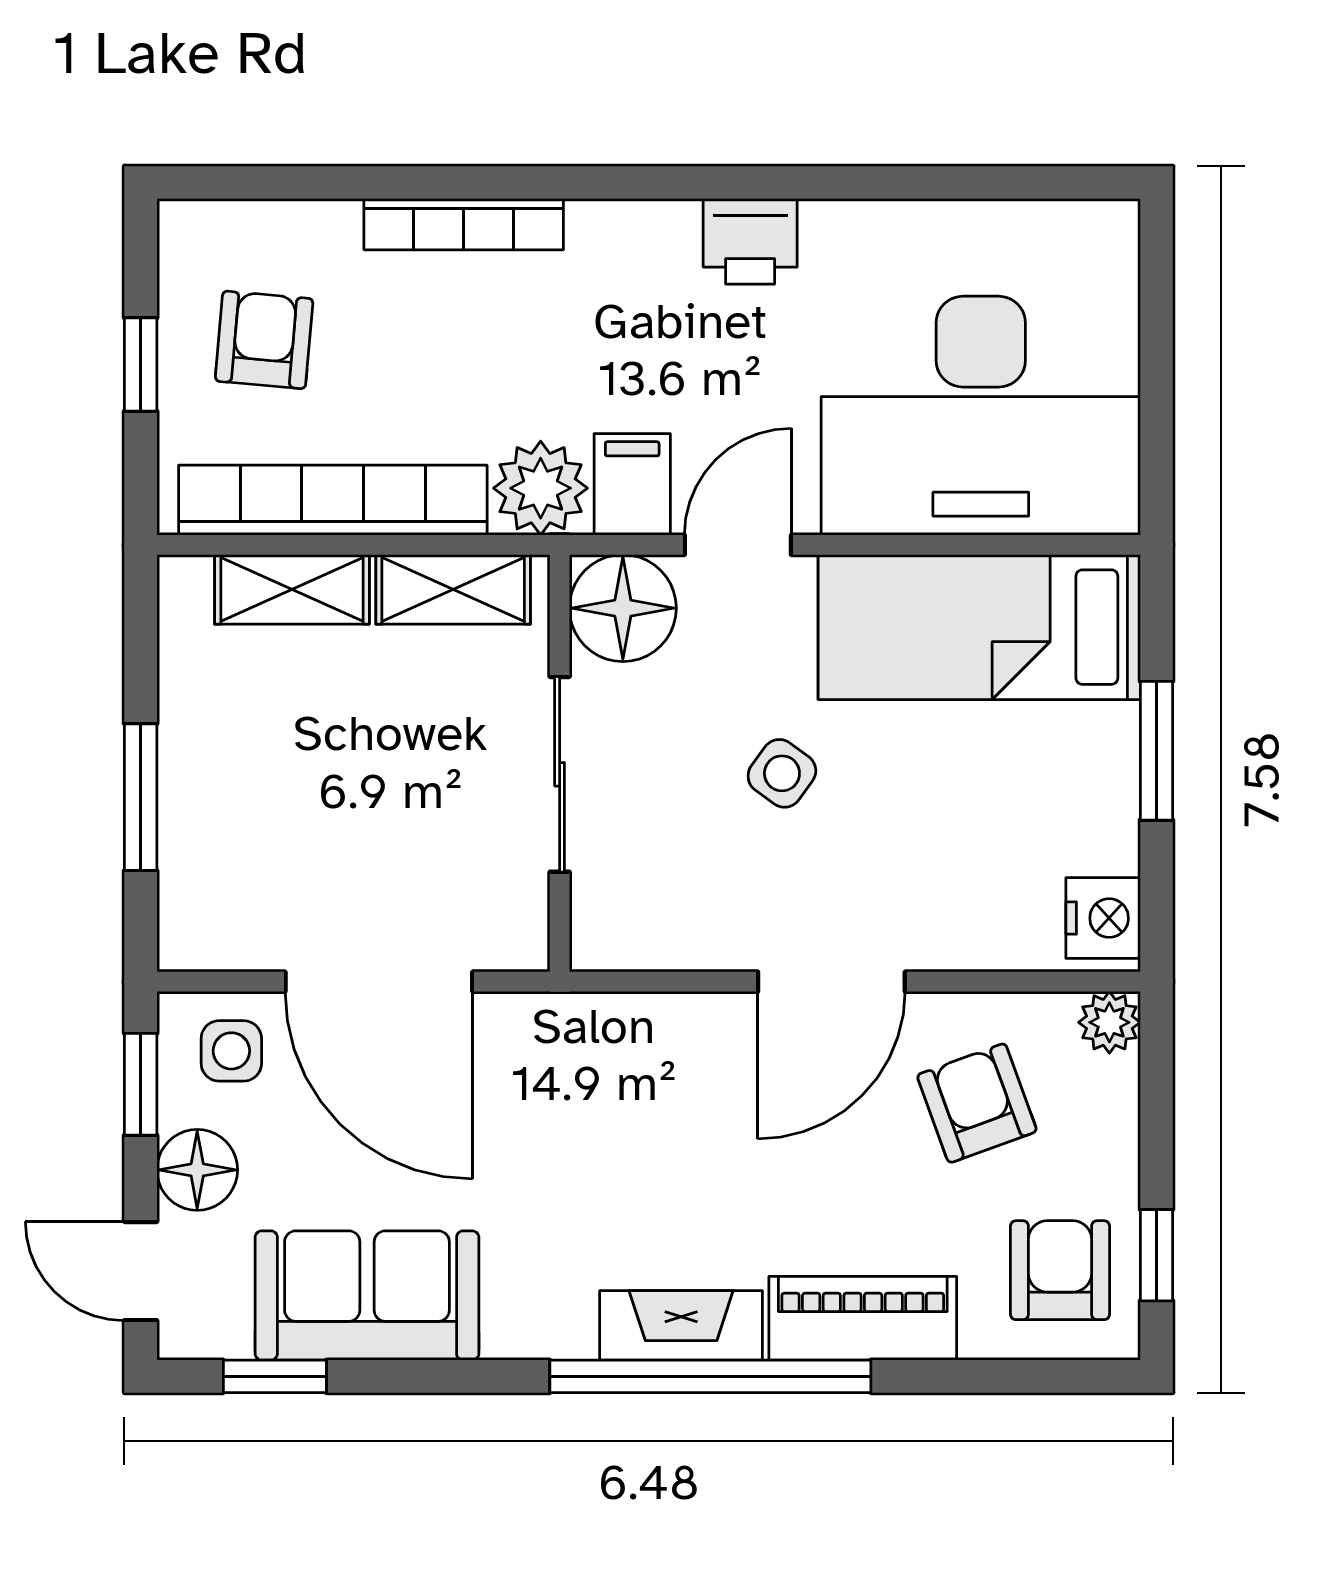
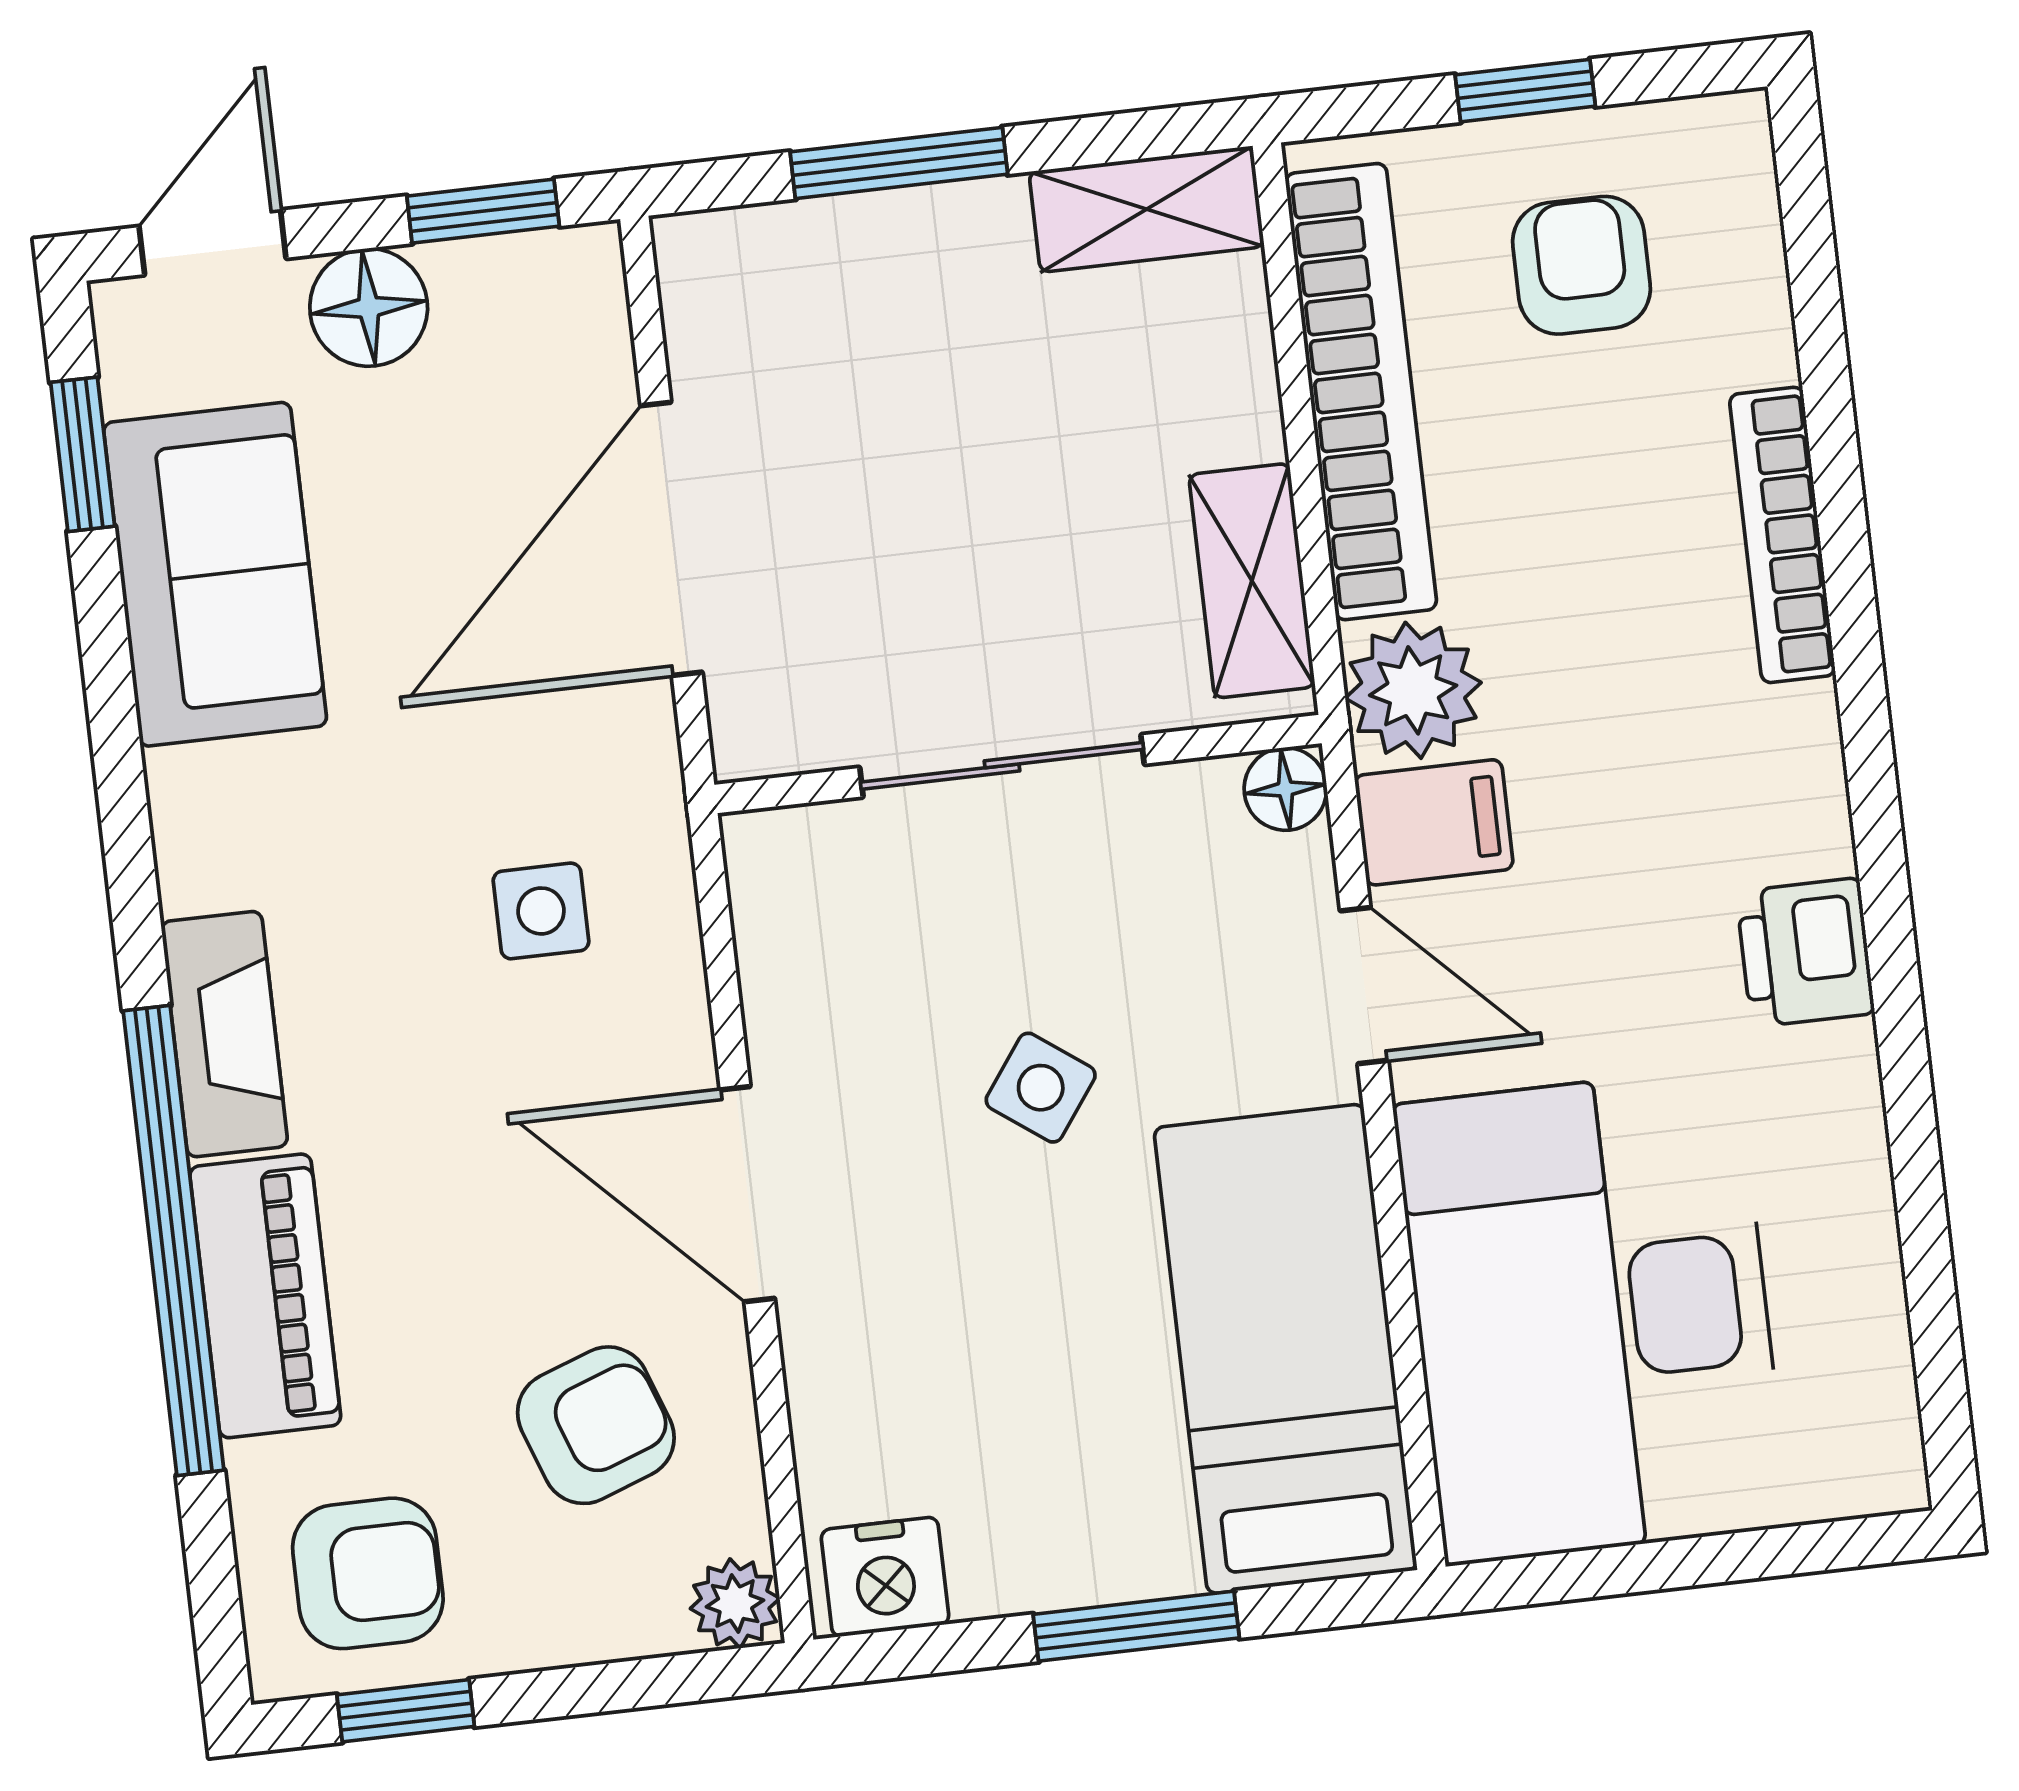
armchair: (264, 340) -> (1582, 265), turned -95
shelving: (292, 589) -> (1146, 209), moved, turned 90
floor lamp: (623, 608) -> (1285, 789), width x0.53, depth x0.53
side table: (231, 1051) -> (541, 911), moved
window: (710, 1376) -> (174, 1241), moved

